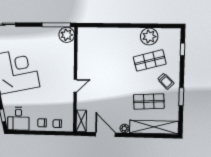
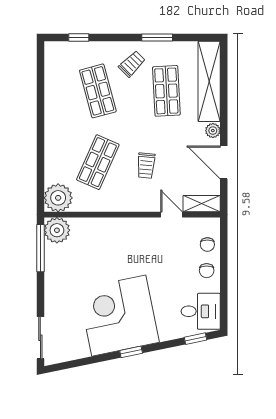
plant: (149, 36) -> (58, 198), moved
shop shelf: (107, 60) -> (98, 162), added
door: (75, 86) -> (171, 215), moved
trolley: (104, 88) -> (146, 166), added
door: (105, 134) -> (224, 162), hinge flipped

